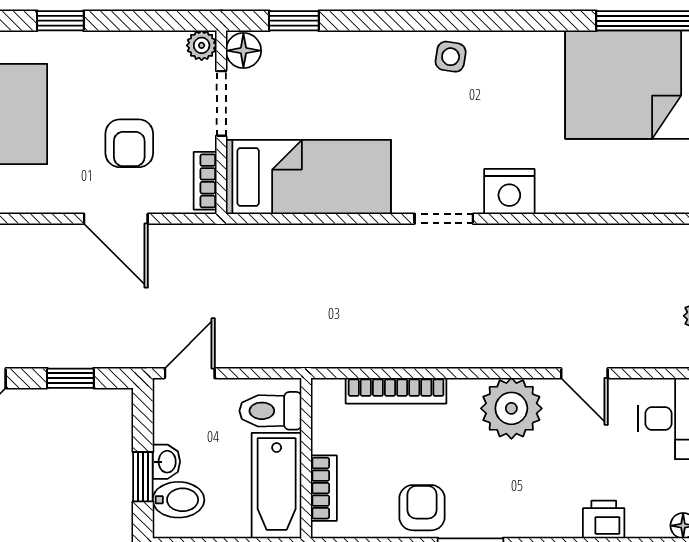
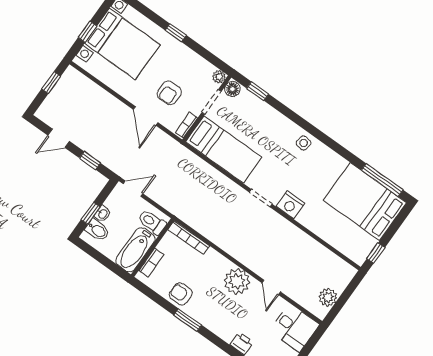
bookcase: (396, 391) -> (189, 238), moved
armchair: (422, 508) -> (181, 294), turned -90

